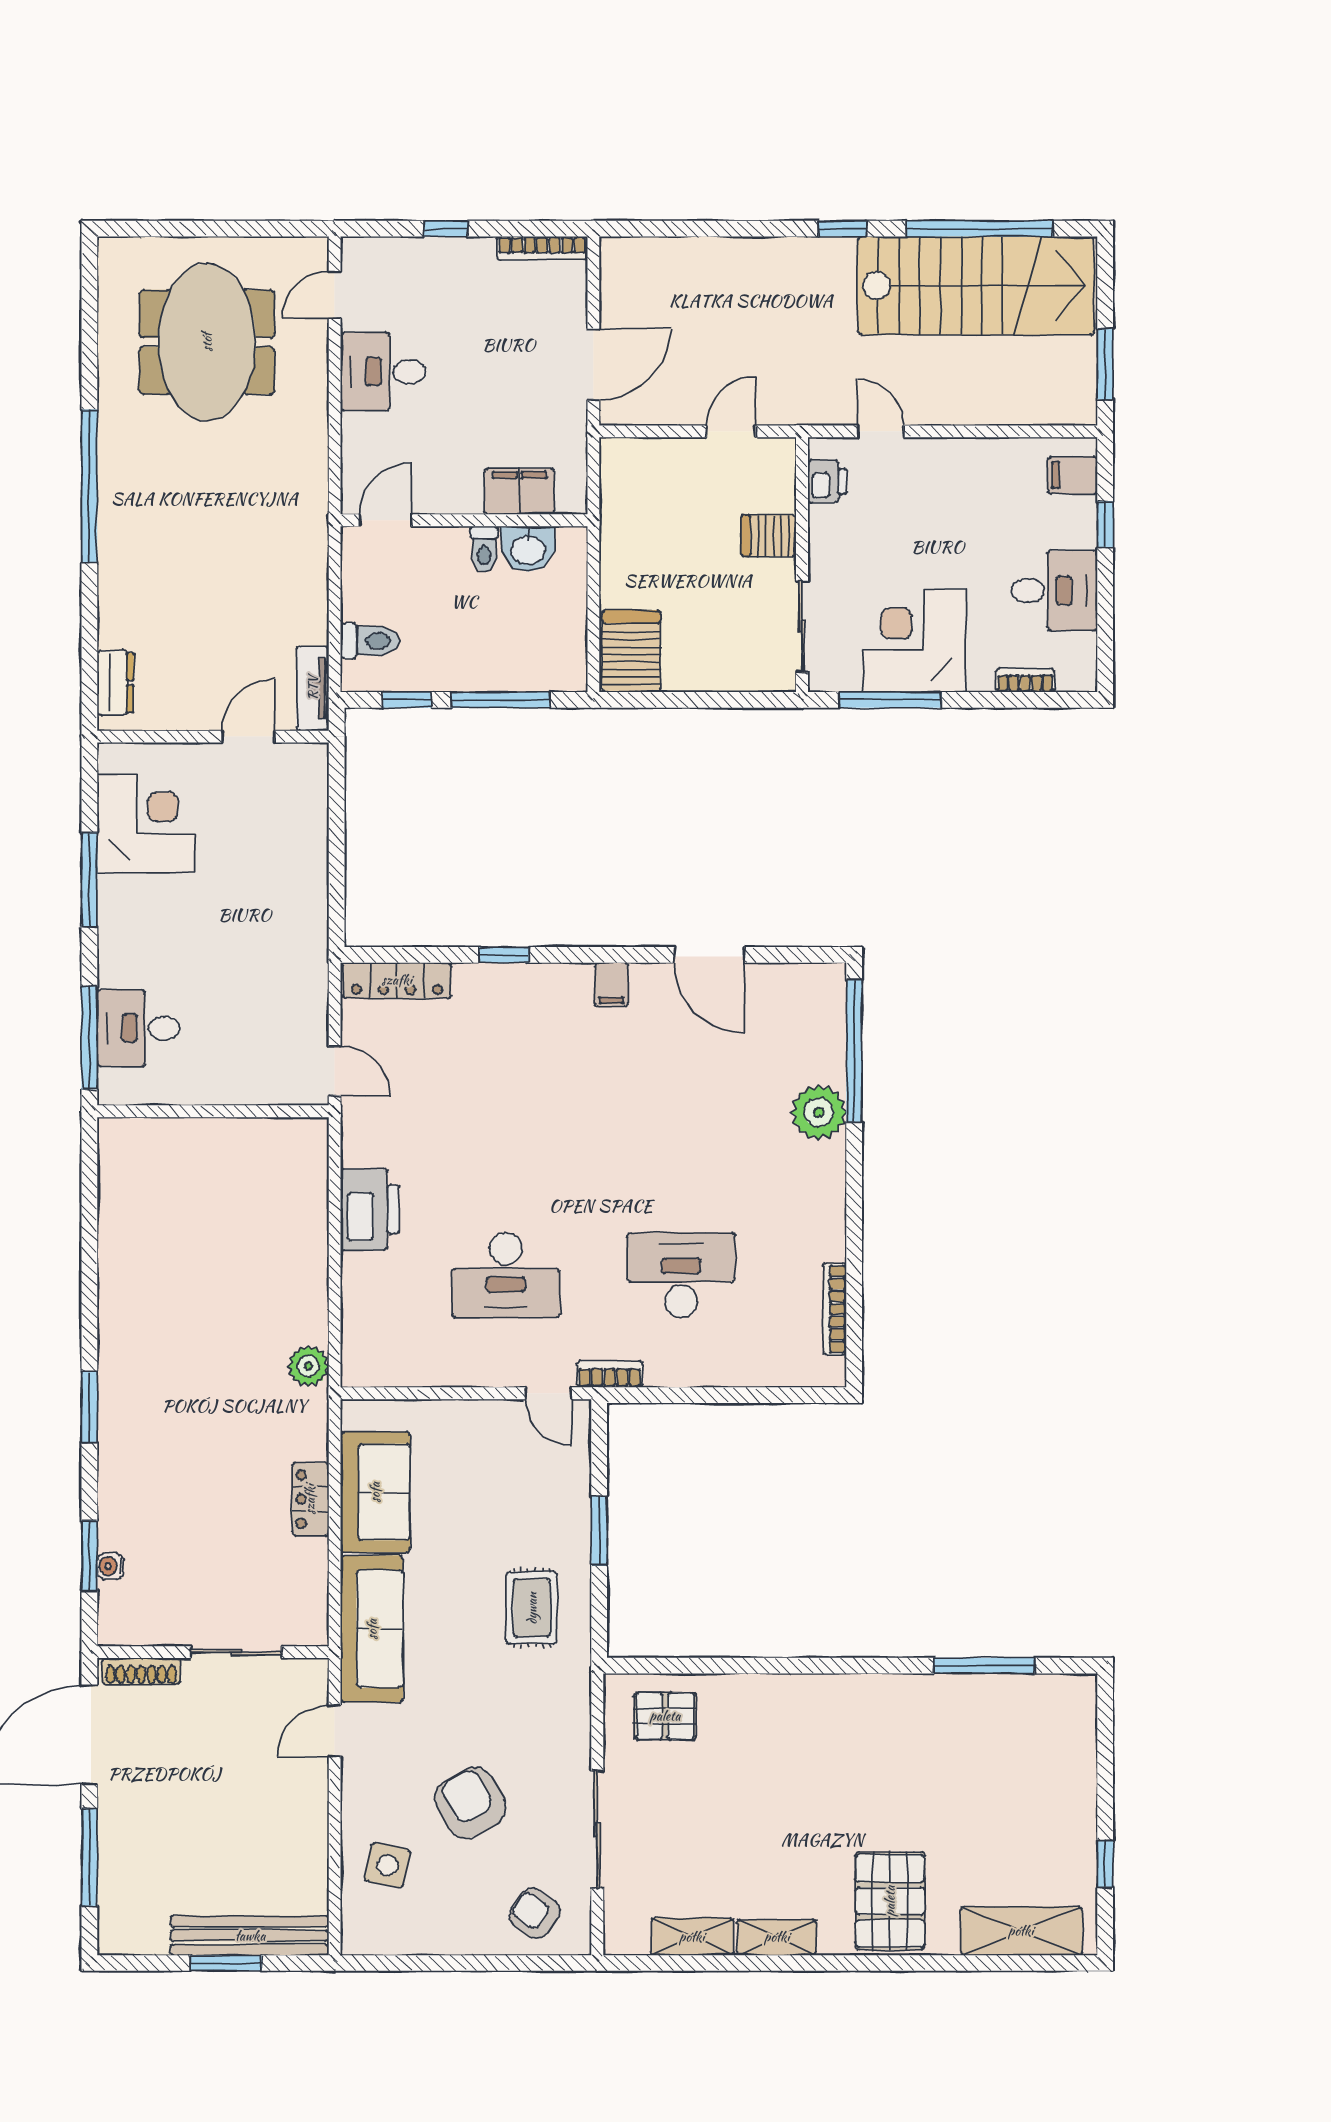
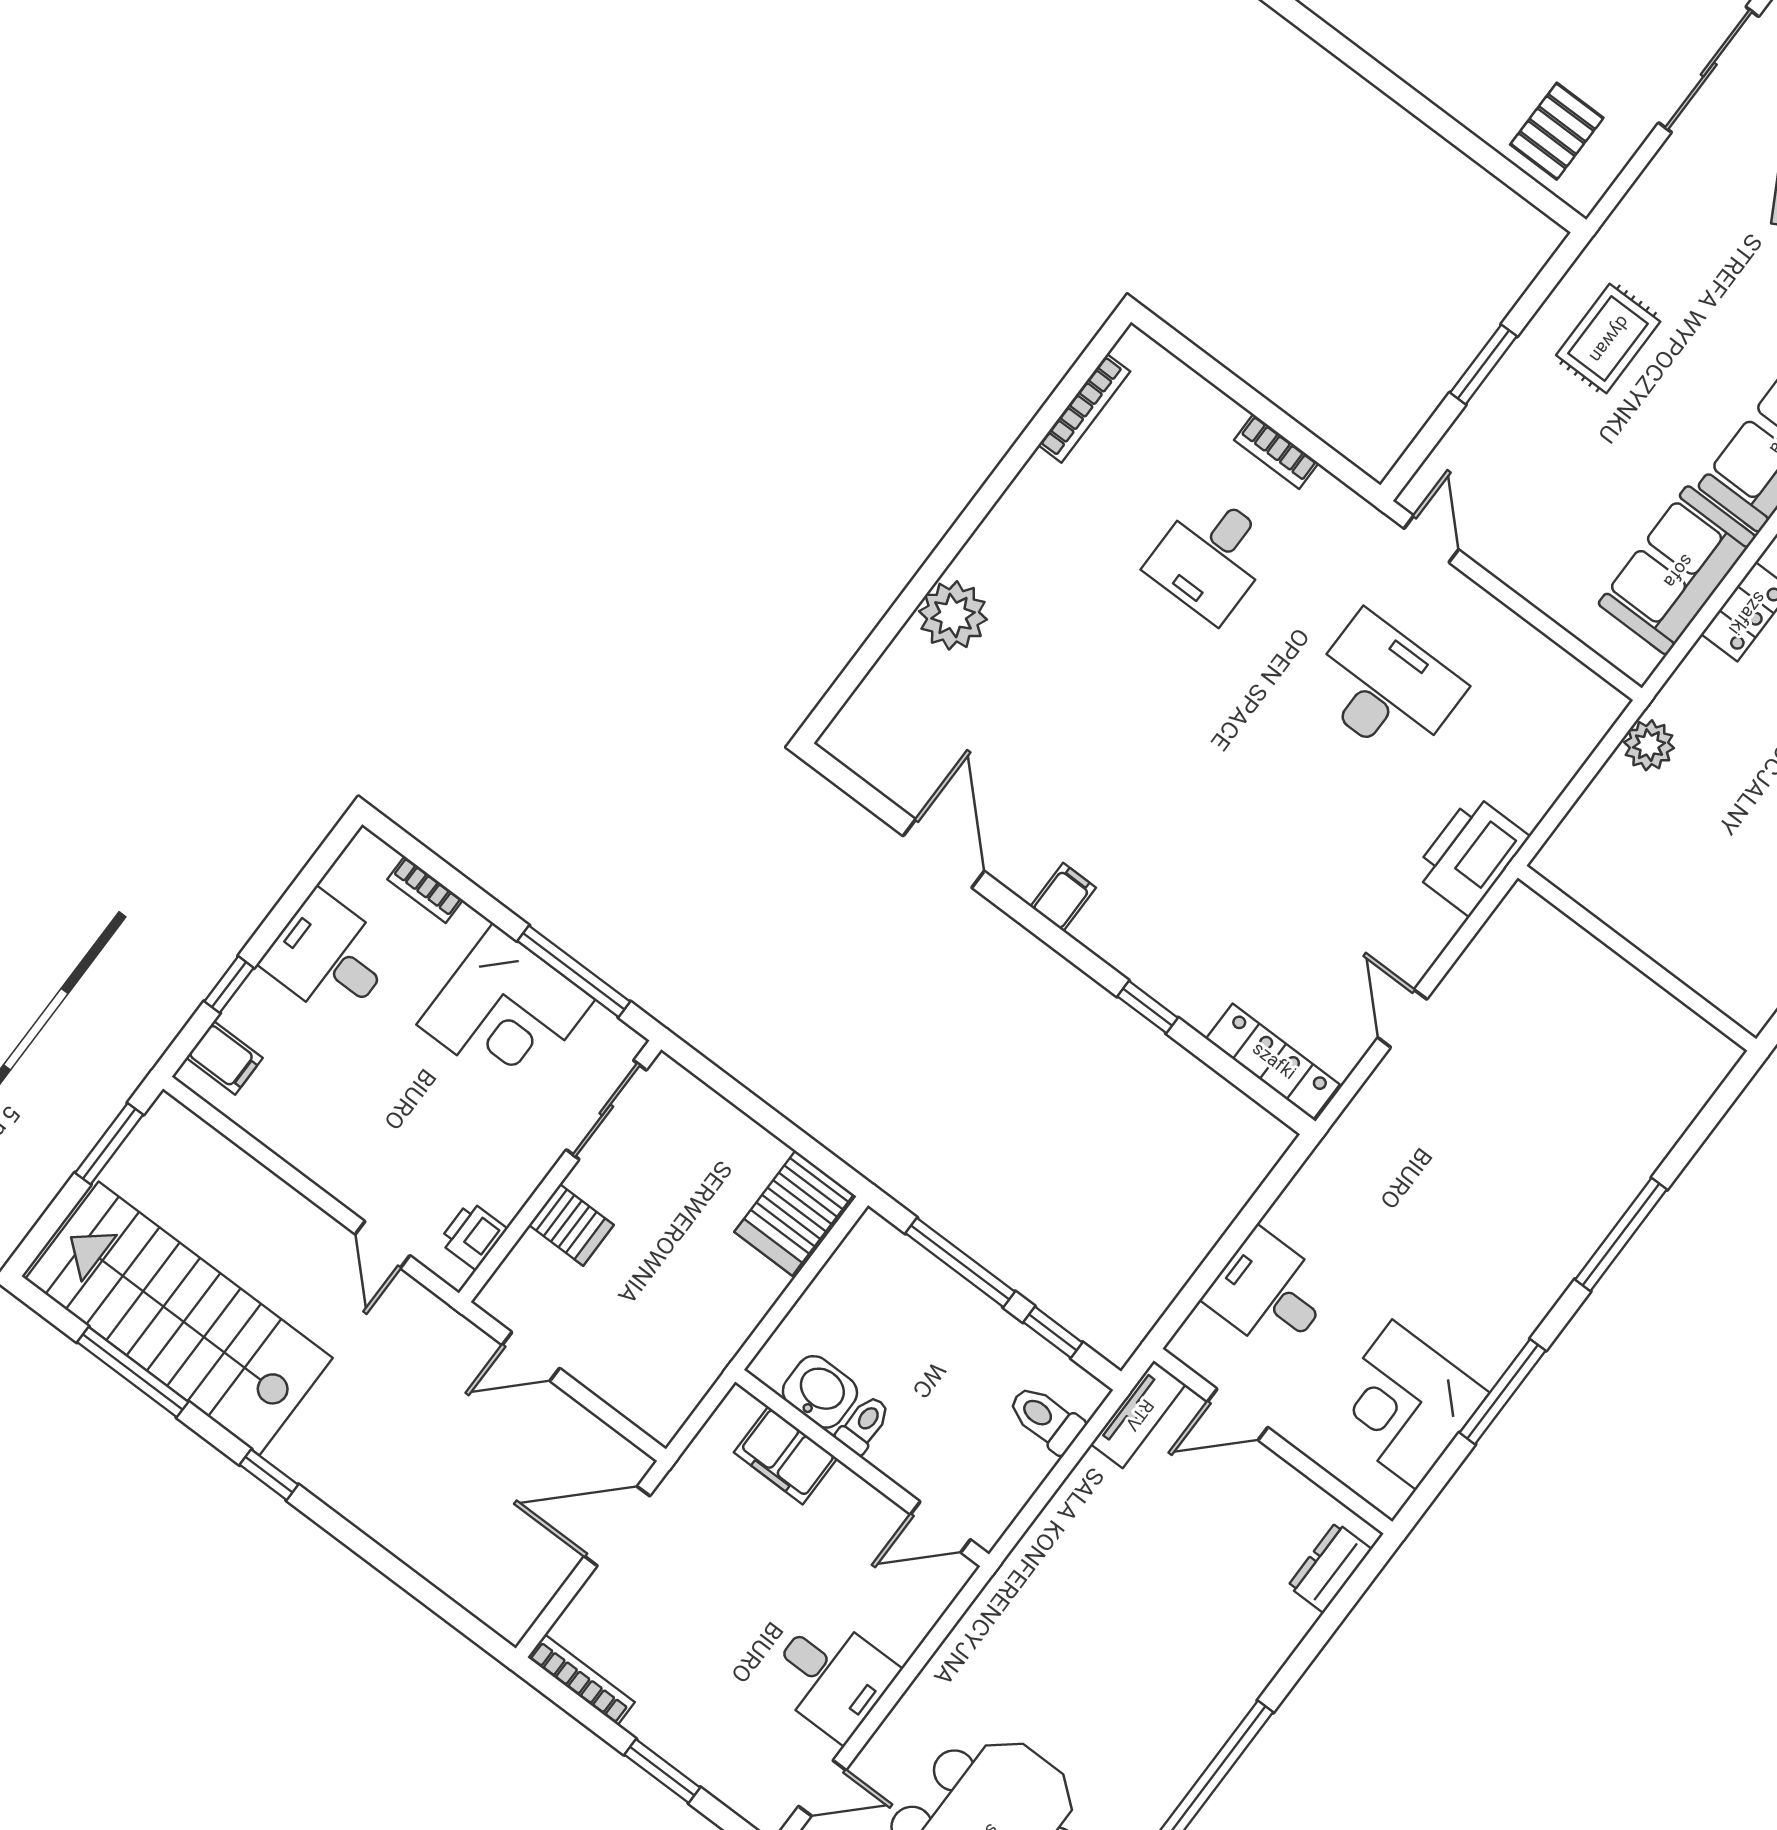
window: (446, 229) -> (662, 1771), width x1.50
window: (979, 229) -> (133, 1372), width x0.68
desk: (139, 1028) -> (1269, 1293), moved, turned 180
window: (854, 1051) -> (872, 650), removed
wall: (213, 1111) -> (1637, 958), moved
desk: (681, 1275) -> (1211, 557), width x0.73
bookcase: (610, 1374) -> (1276, 452), moved
pallet: (665, 1716) -> (1557, 131), turned 90

